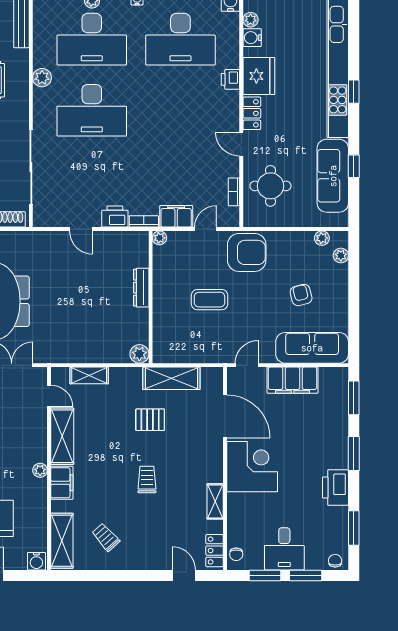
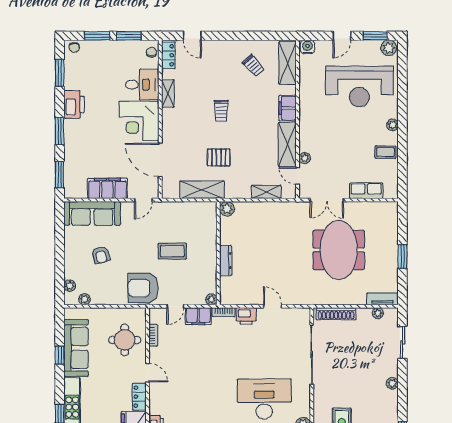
plant: (40, 470) -> (305, 158), moved
desk: (284, 549) -> (142, 85), moved, turned 90

